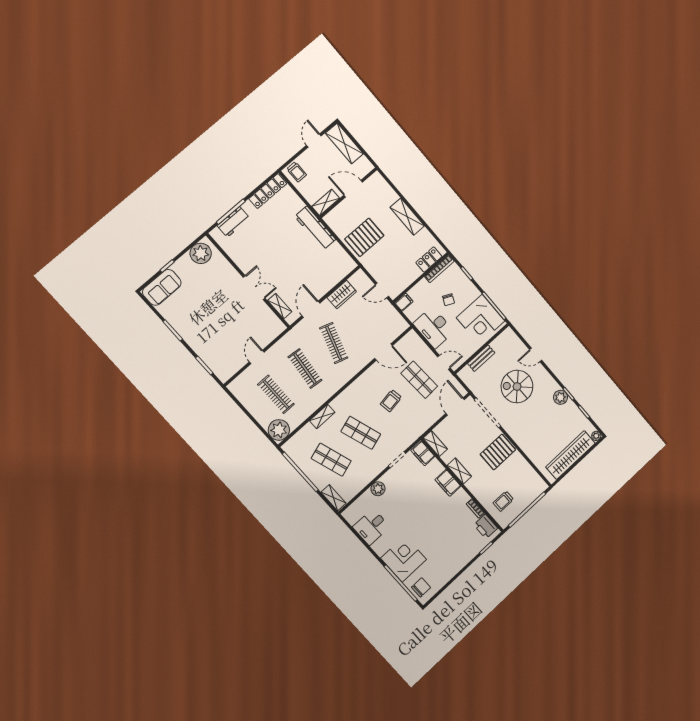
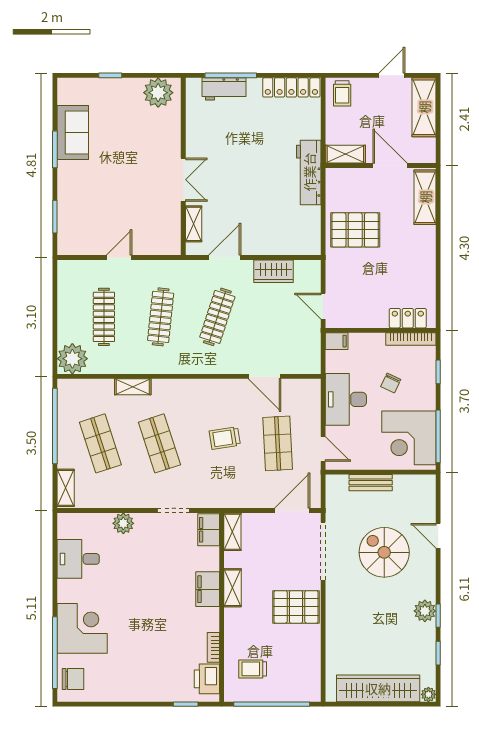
shelving: (407, 217) -> (425, 197), moved
sofa: (162, 287) -> (73, 132), moved, turned -90

